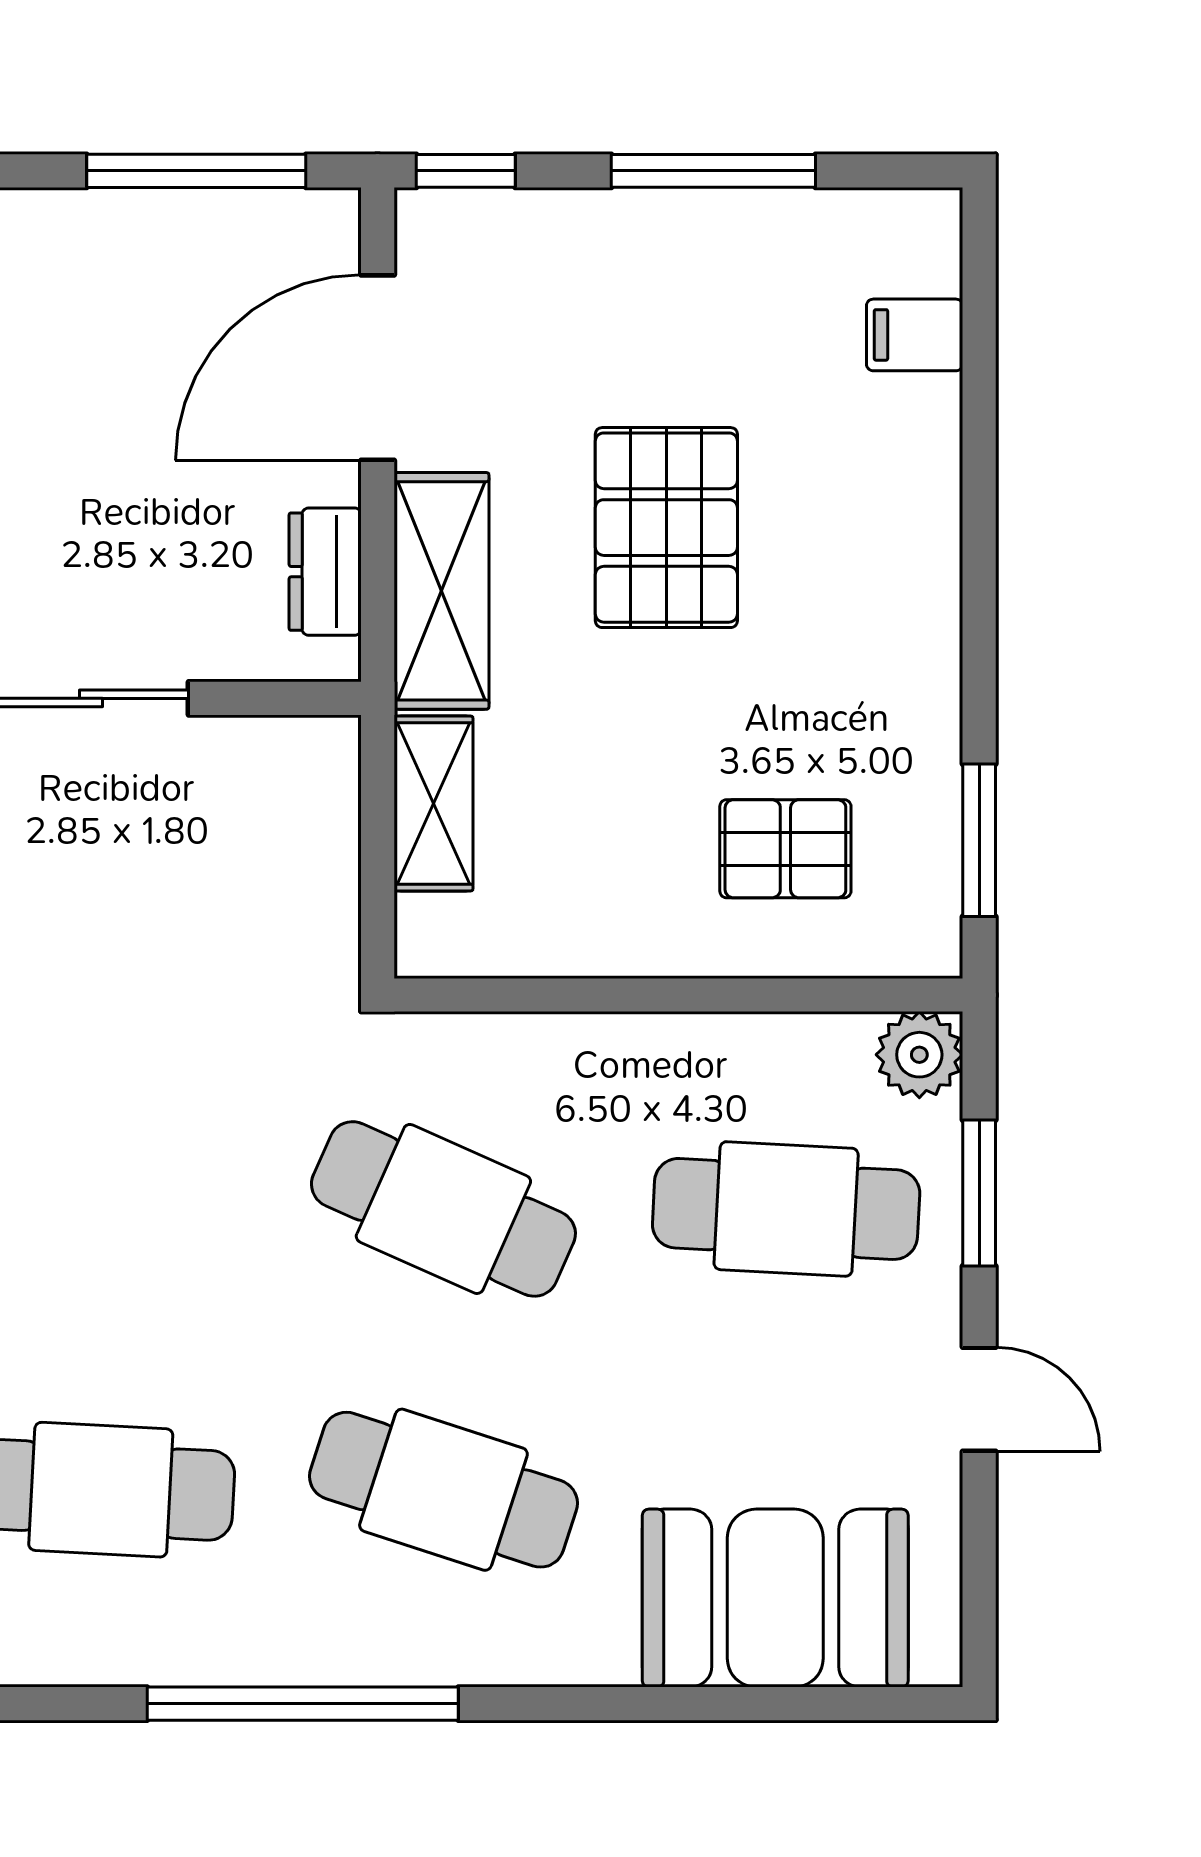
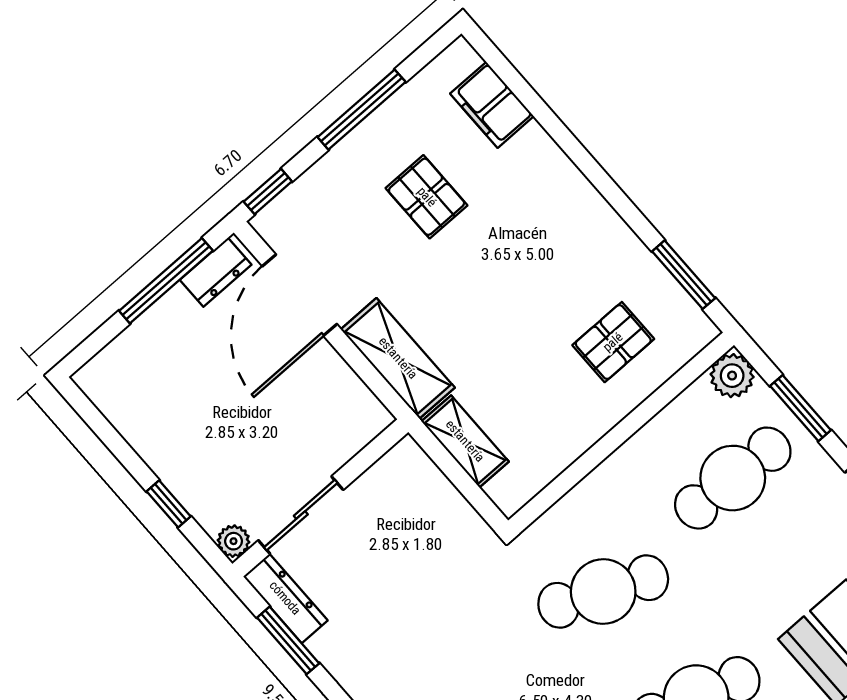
filing cabinet: (915, 335) -> (492, 105), width x2.00
pallet: (666, 528) -> (427, 197), moved, width x0.67, depth x0.71
dresser: (325, 572) -> (216, 272), moved, turned -90

